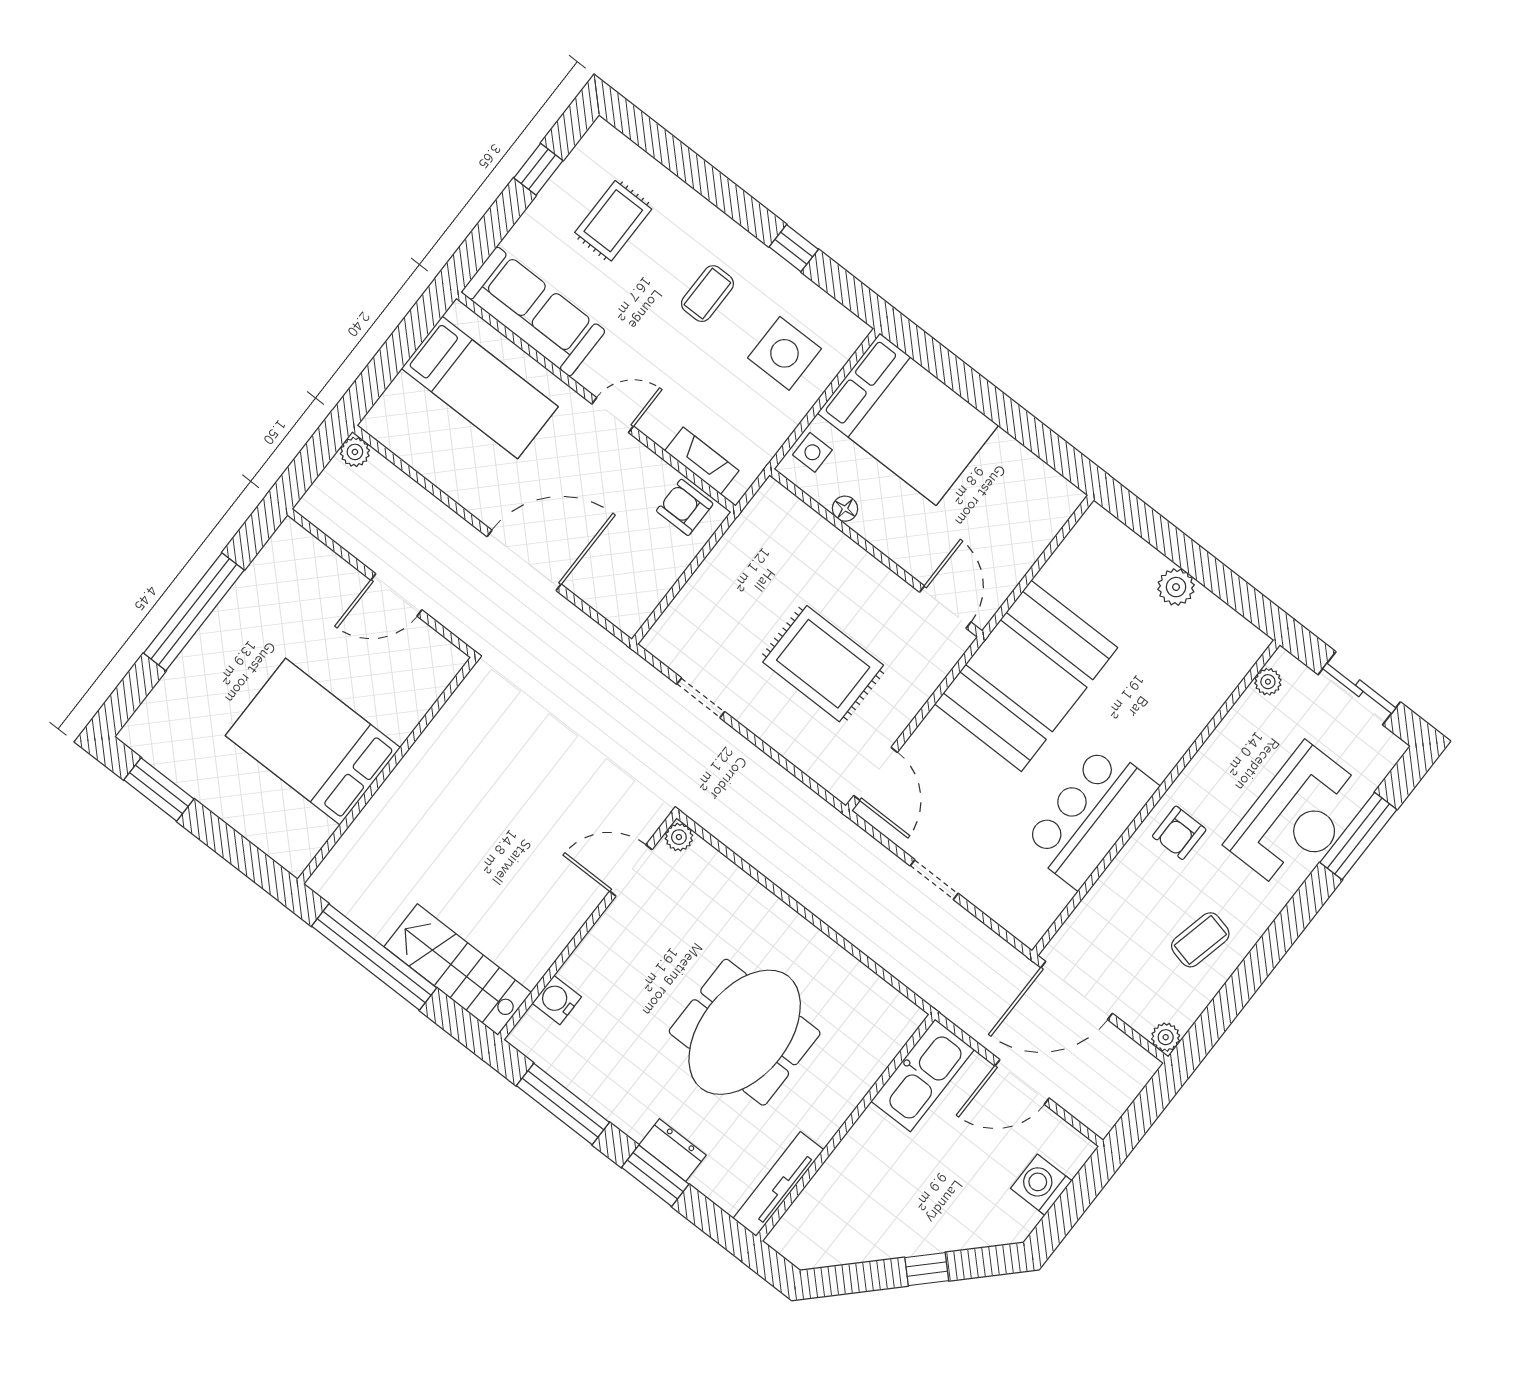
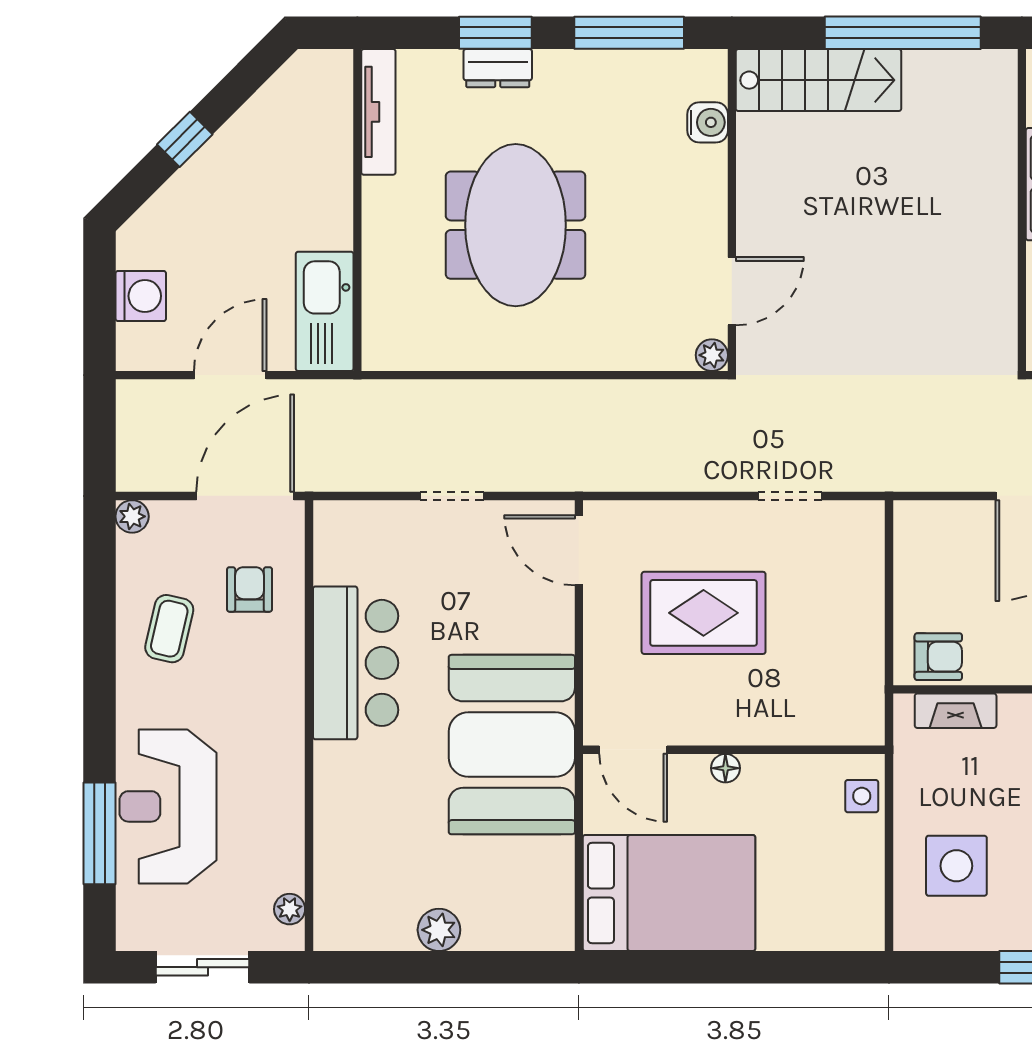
bed: (908, 419) -> (669, 893), moved, turned 180
floor lamp: (845, 509) -> (725, 768), moved
armchair: (1179, 833) -> (250, 589), moved

